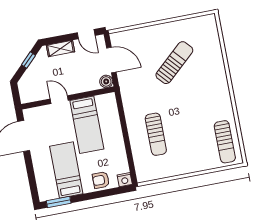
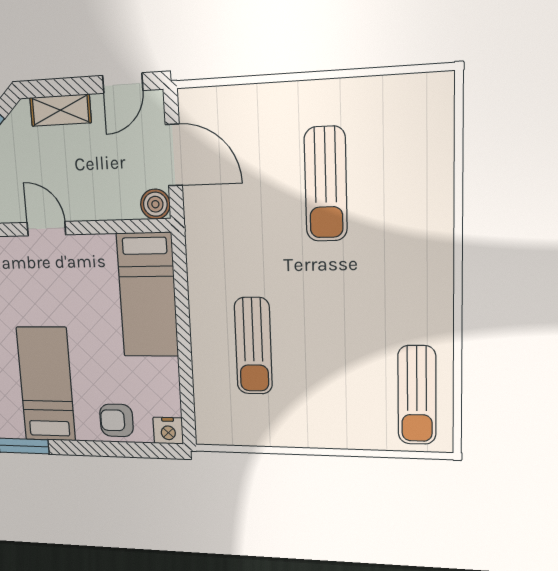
door: (86, 34) -> (123, 83), hinge flipped
sun lounger: (174, 63) -> (326, 184), turned 132
bed: (87, 125) -> (147, 295), moved

